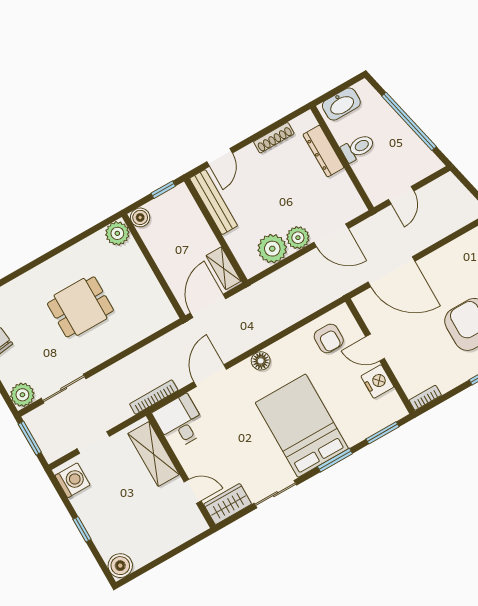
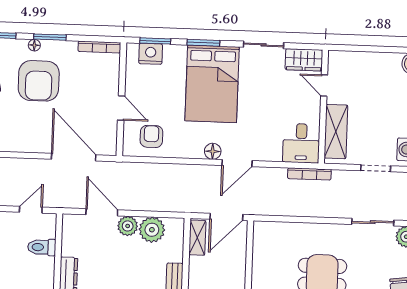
toilet: (358, 148) -> (42, 247), moved
door: (210, 376) -> (237, 163), moved
nightstand: (377, 381) -> (151, 54), moved, turned 90
bookcase: (425, 398) -> (99, 47), width x1.56

